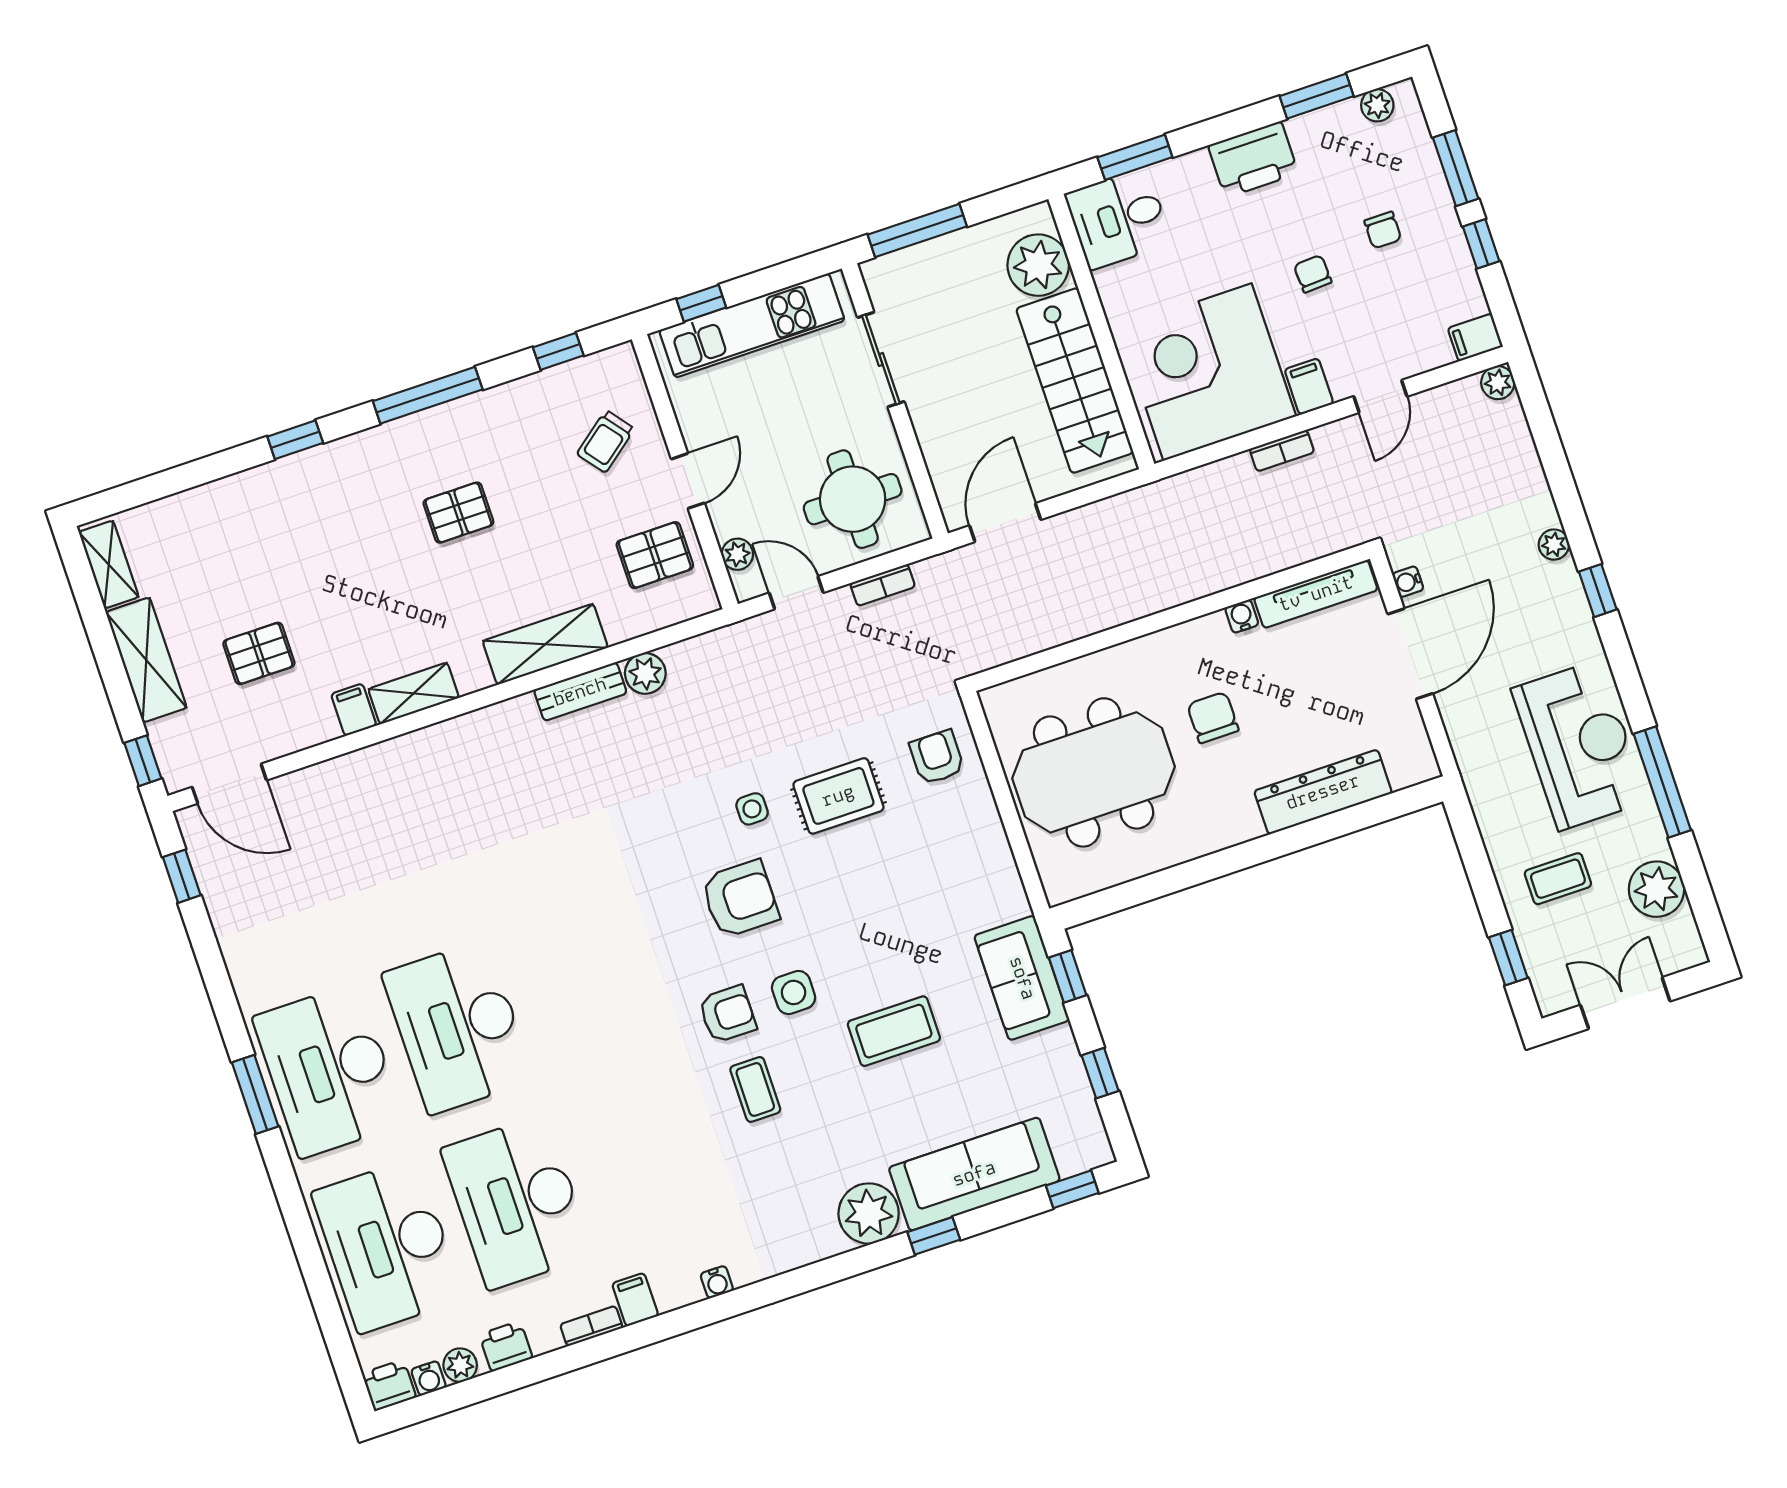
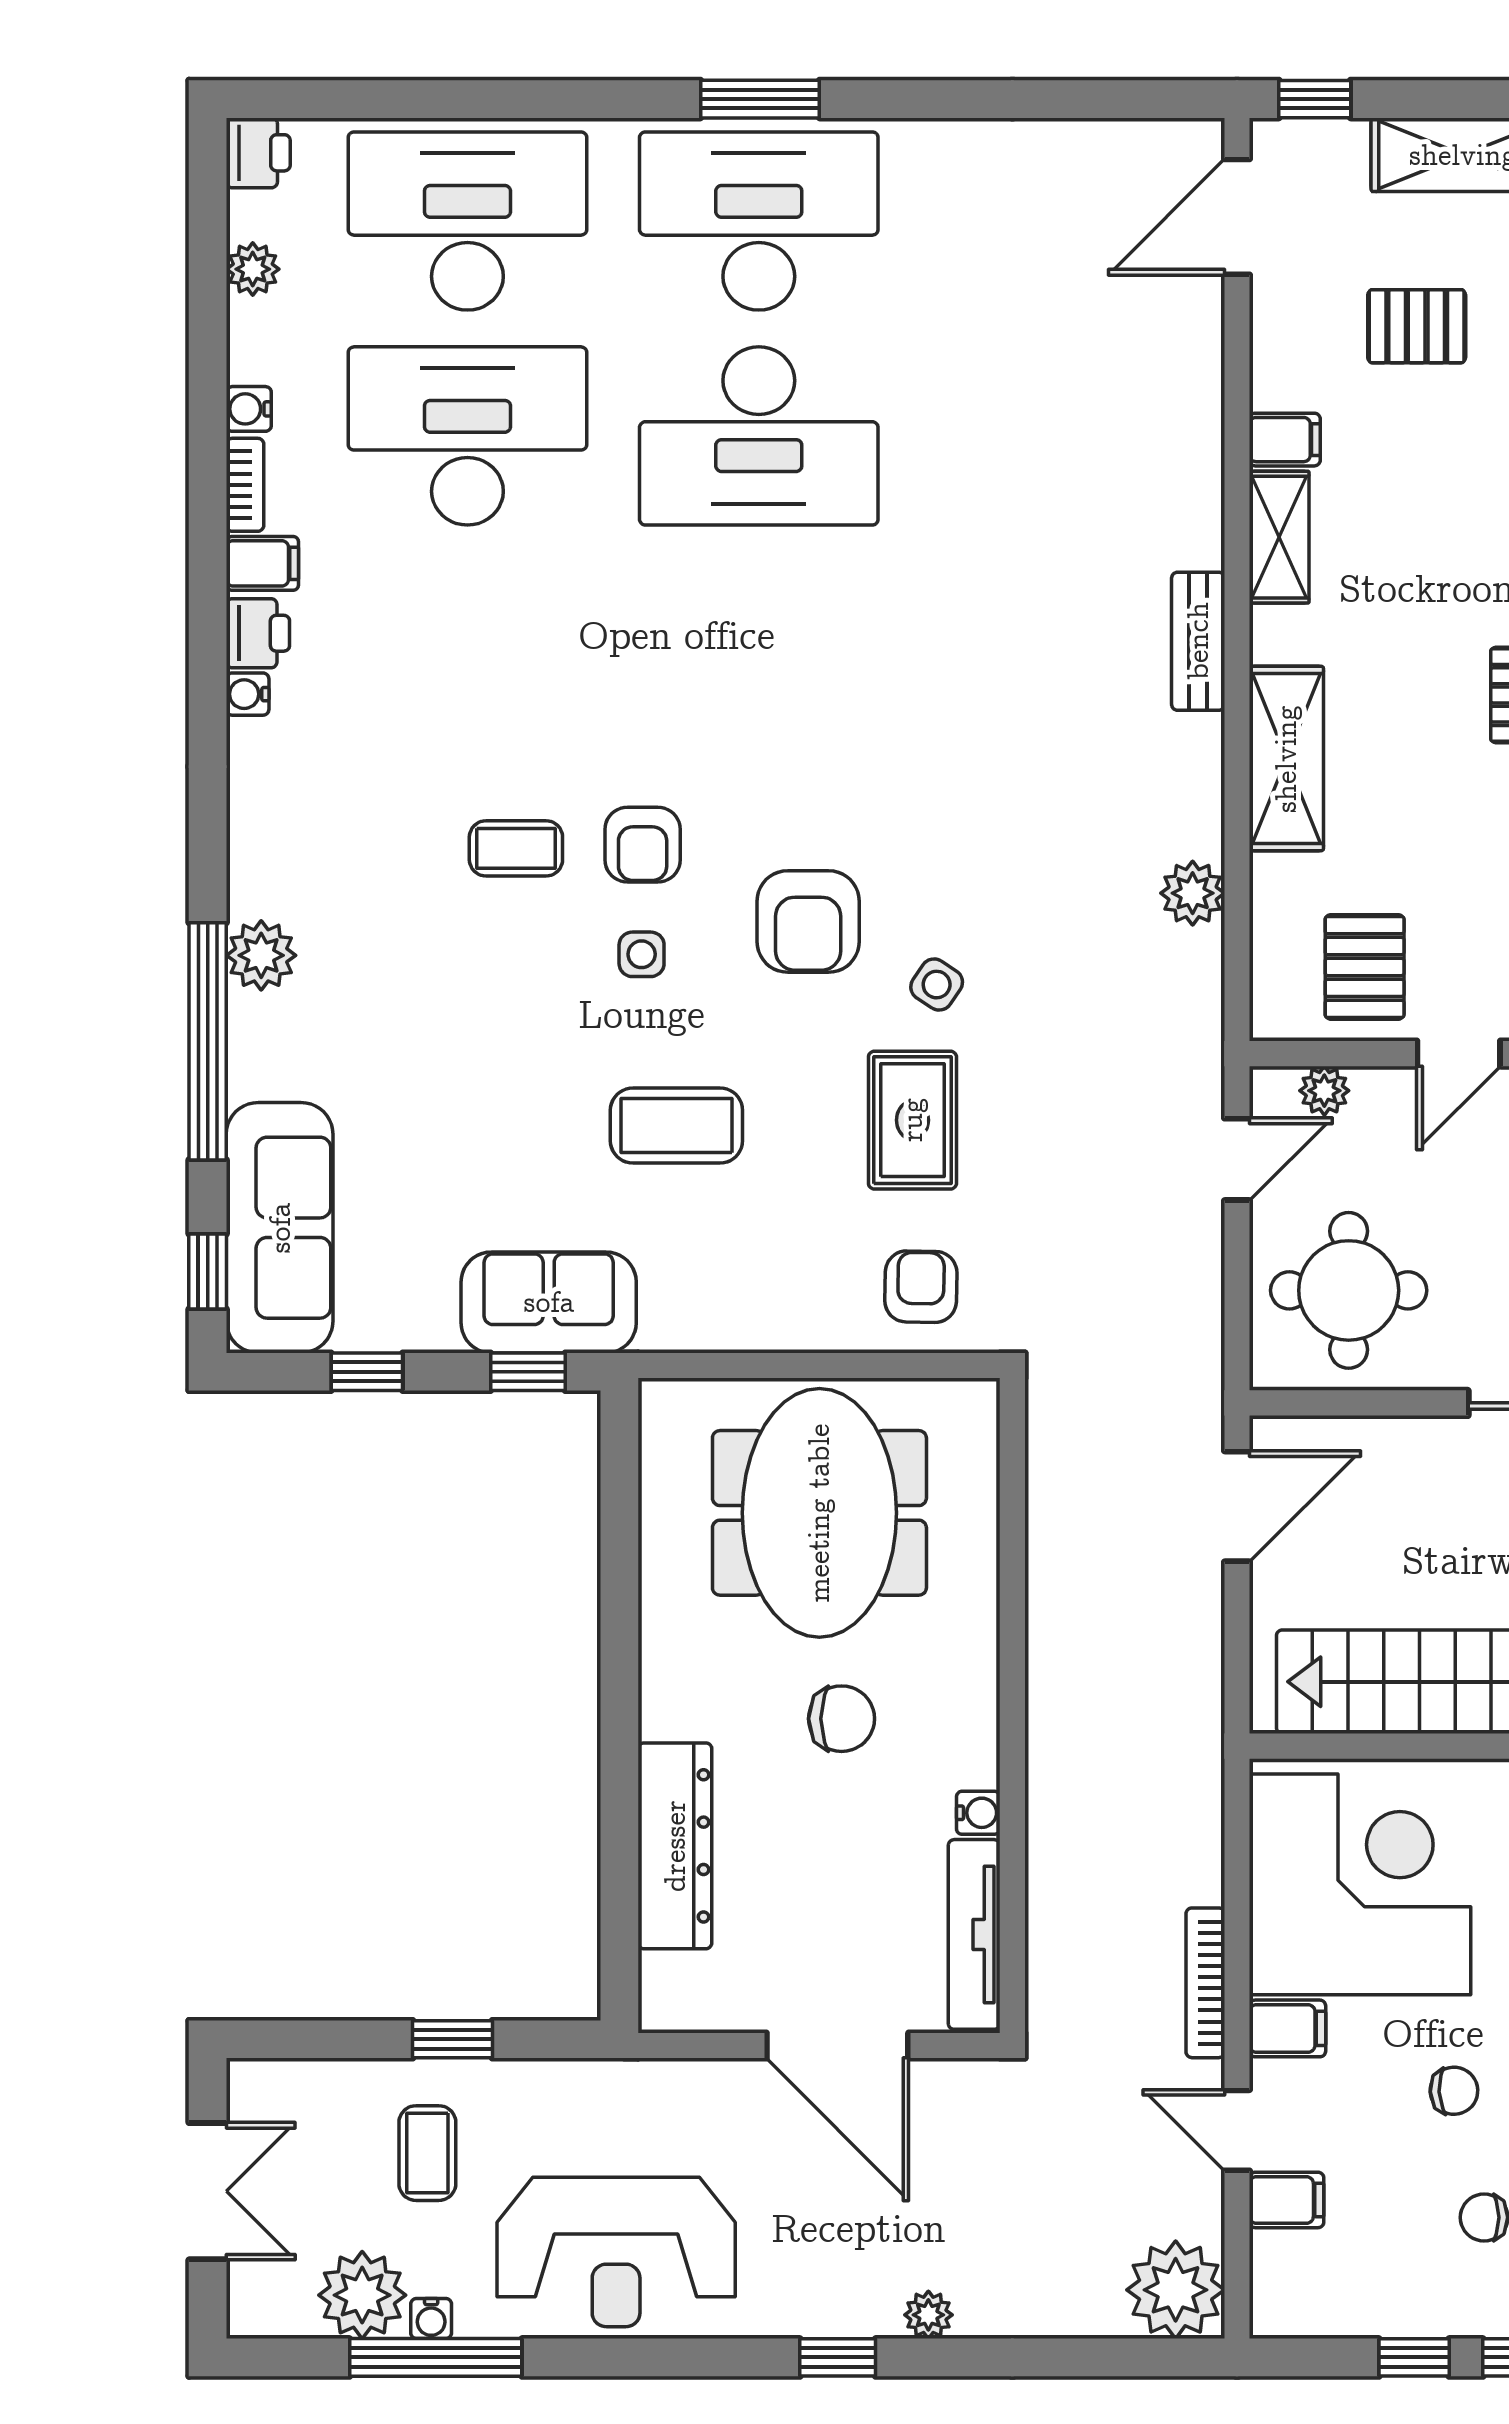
filing cabinet: (1475, 337) -> (1287, 2200), moved, turned 90
plant: (1498, 383) -> (1176, 2290), width x1.88, depth x1.88
bookcase: (1282, 451) -> (1205, 1983), width x1.56
door: (688, 481) -> (1459, 1054), hinge flipped
door: (1005, 523) -> (1237, 1506), hinge flipped
water cooler: (1408, 582) -> (431, 2319), moved, turned 180
bookcase: (883, 585) -> (1205, 1292), removed
pallet: (259, 653) -> (1417, 326), turned 90
bench: (580, 692) -> (1198, 641), moved
armchair: (937, 757) -> (921, 1287), turned -89
window: (1662, 782) -> (436, 2357), moved
side table: (752, 809) -> (937, 985), turned 34
window: (182, 876) -> (1123, 99), removed
window: (1508, 958) -> (453, 2039), moved
side table: (794, 992) -> (642, 954), width x0.73, depth x0.73
desk: (458, 1027) -> (759, 436), turned 180
coffee table: (894, 1031) -> (676, 1126), moved, turned 90
sofa: (974, 1174) -> (280, 1228), moved
plant: (869, 1213) -> (261, 955), width x0.73, depth x0.73
window: (934, 1236) -> (208, 1041), width x3.17
printer: (506, 1346) -> (258, 633), moved
water cooler: (429, 1378) -> (249, 409), moved

